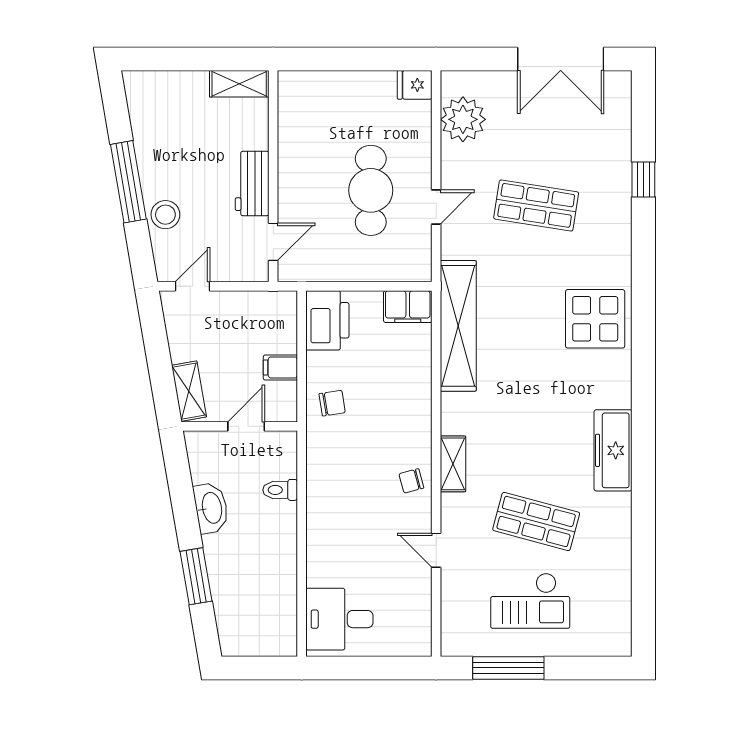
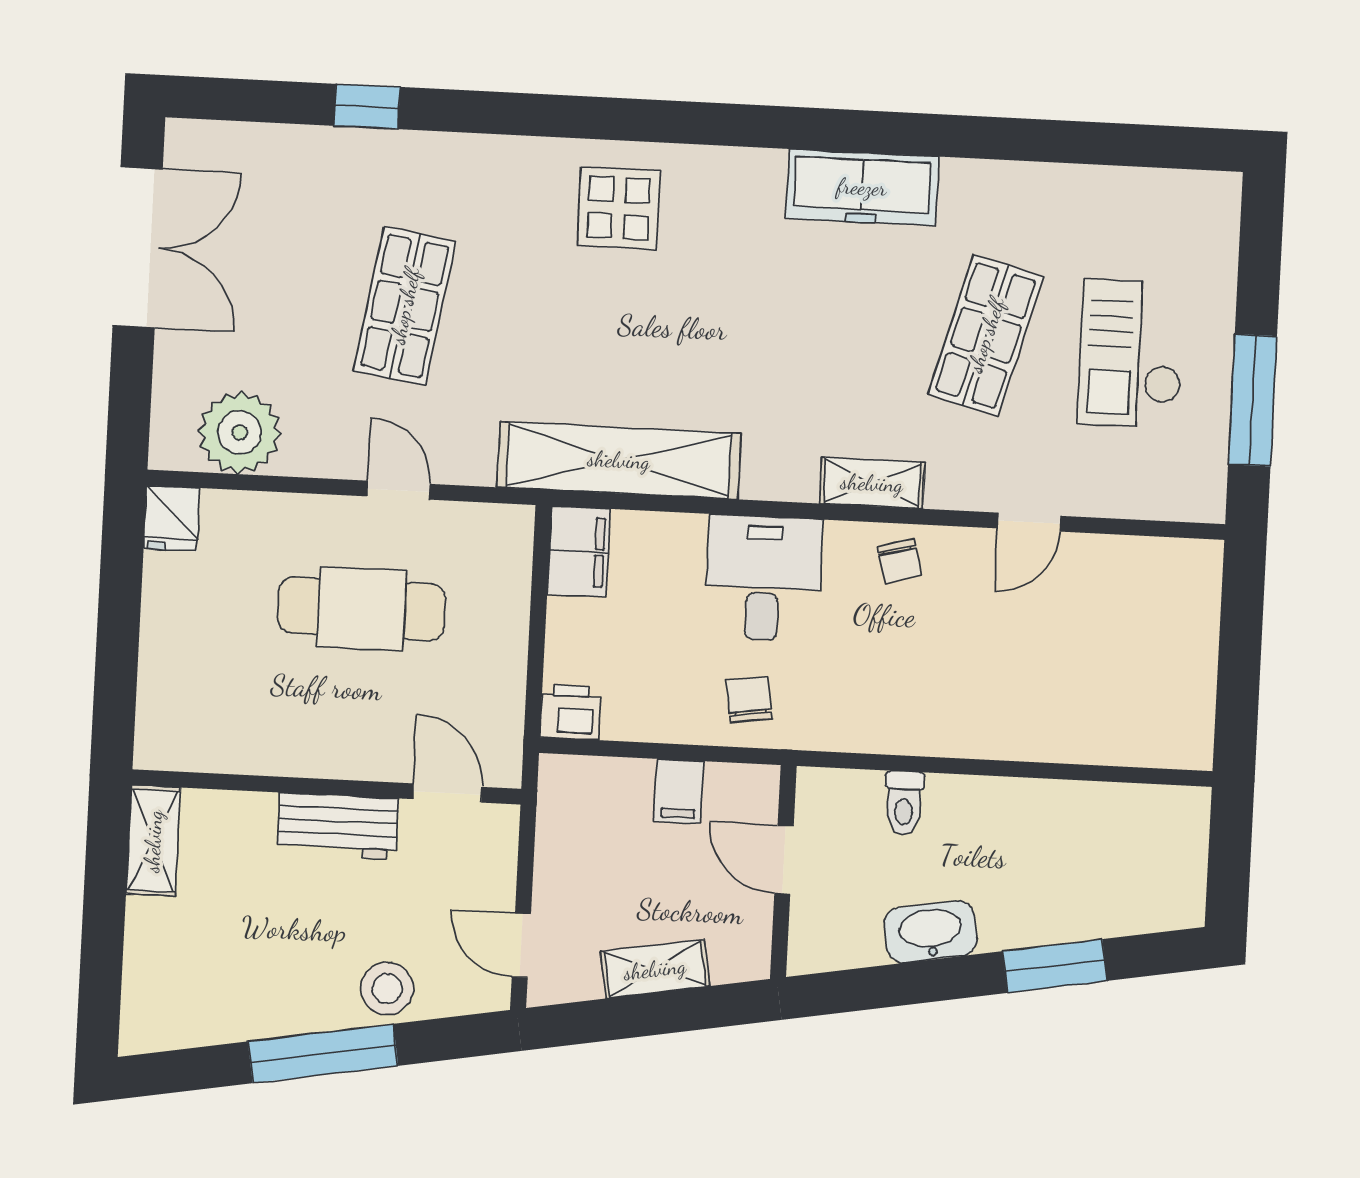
display table: (595, 319) -> (619, 208), width x0.73, depth x0.73
printer: (327, 320) -> (570, 712), width x0.53, depth x0.68
shelving: (189, 391) -> (655, 969), moved
checkout: (530, 601) -> (1131, 354), turned 180
desk: (339, 619) -> (763, 578), moved, turned 180

